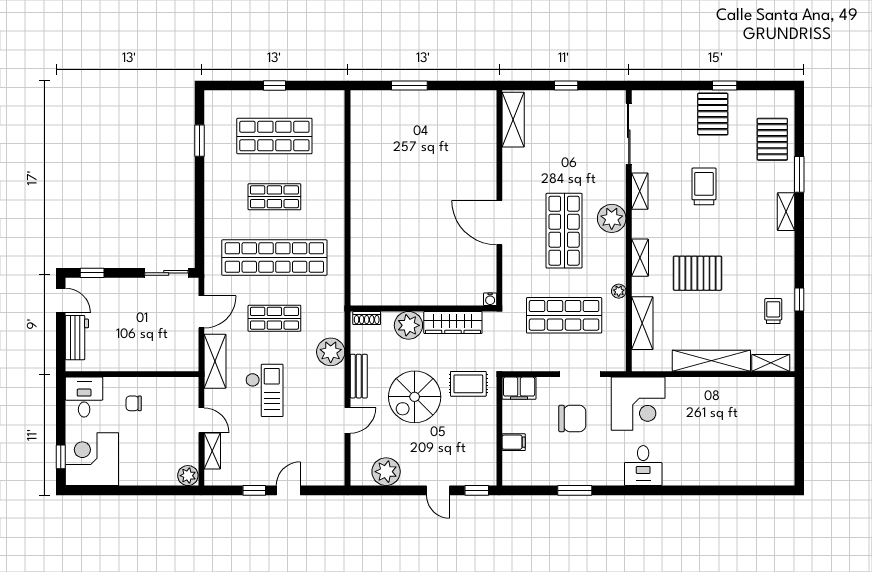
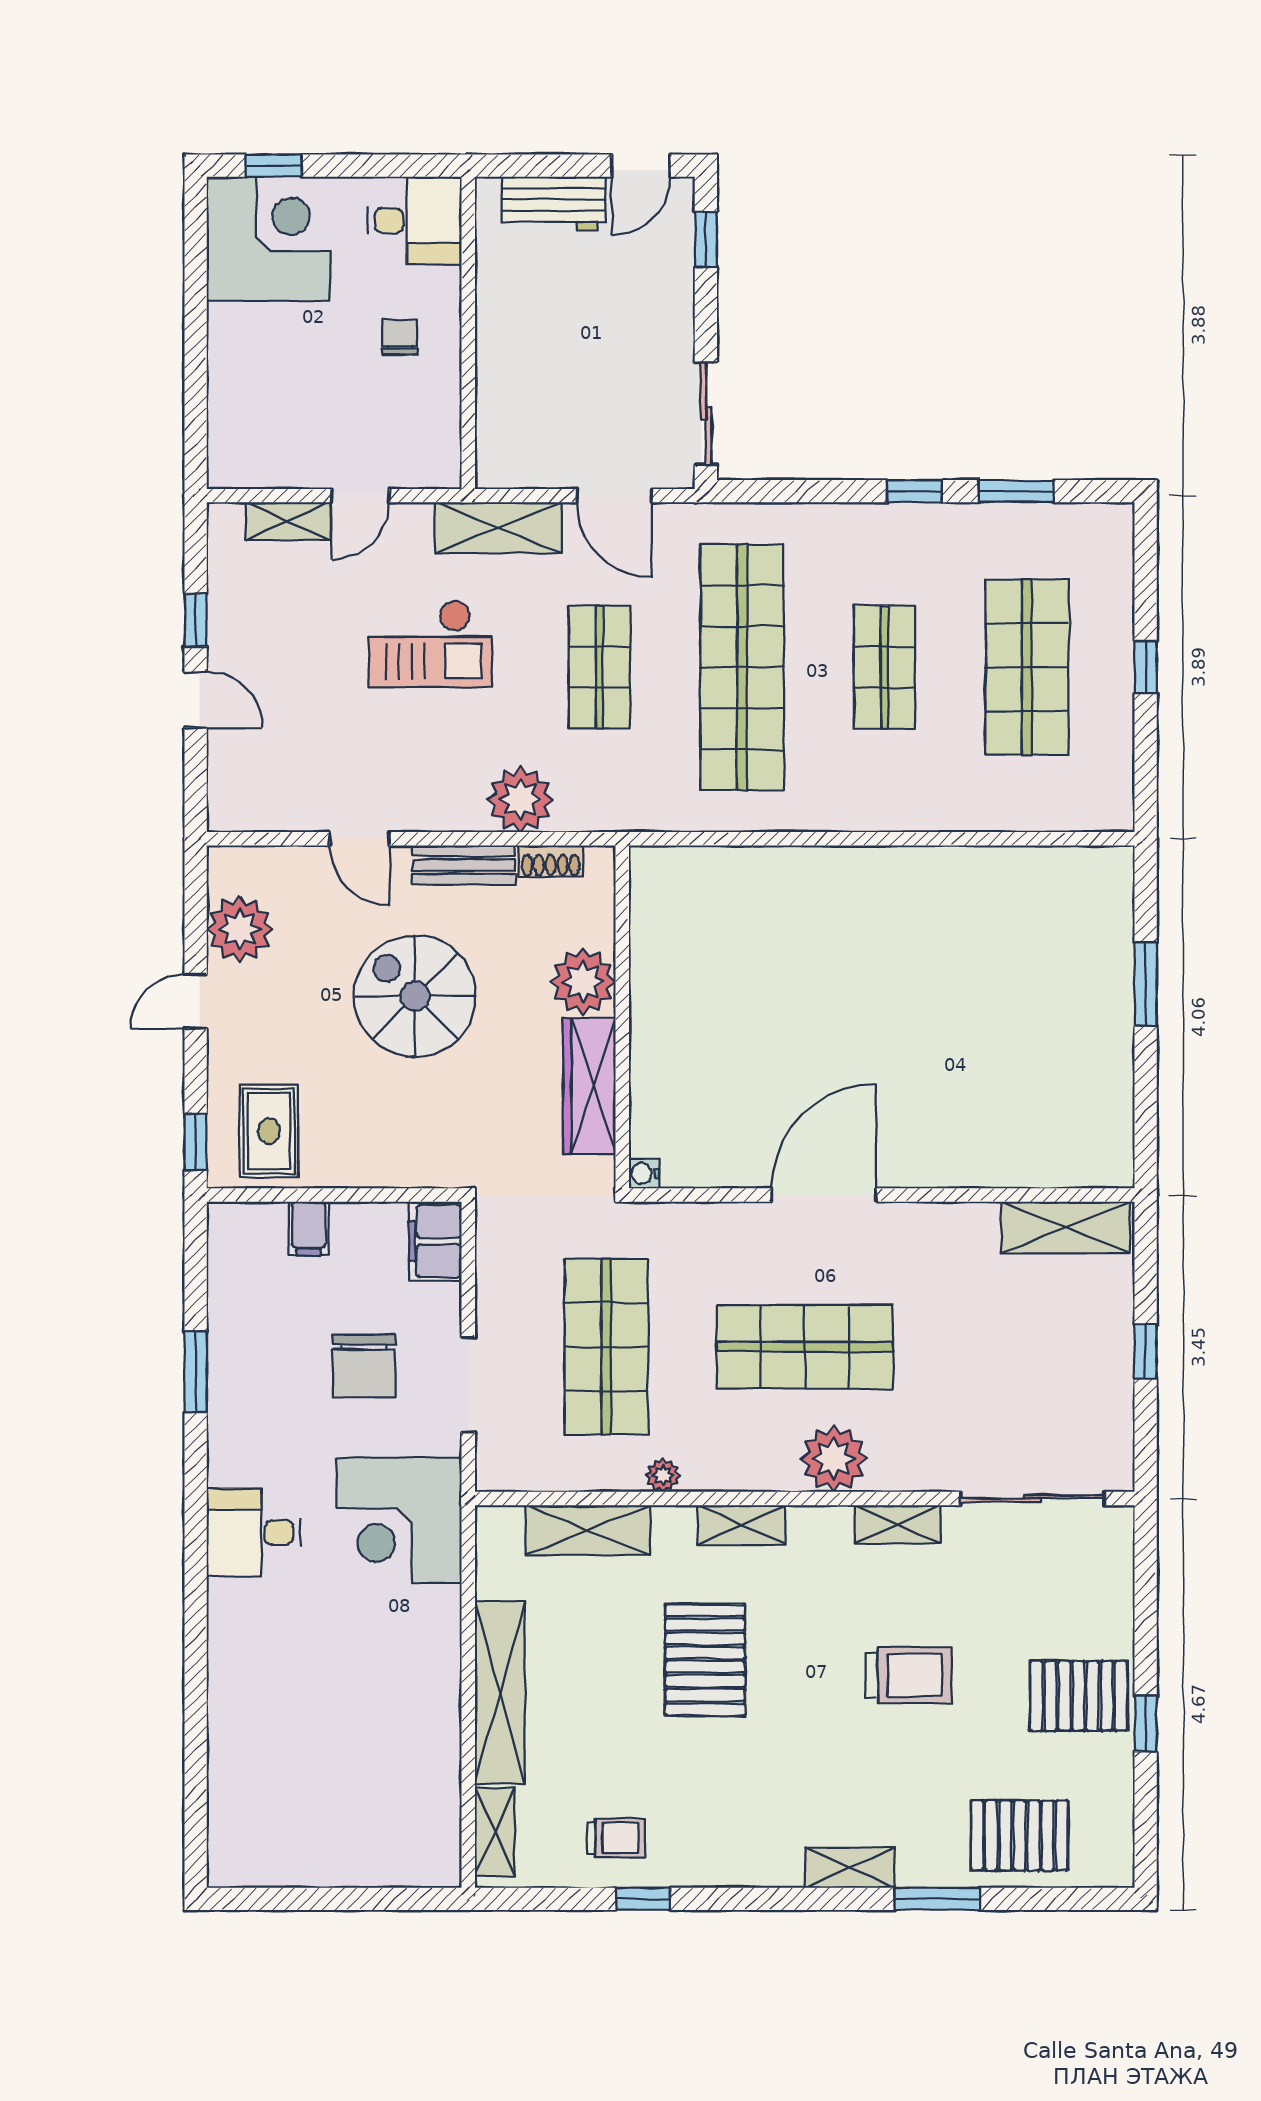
window: (199, 184) -> (914, 491), added
shoe rack: (367, 318) -> (551, 861), moved, turned -90
rug: (468, 384) -> (269, 1131), moved
plant: (188, 476) -> (230, 464), removed
door: (438, 490) -> (196, 1001), moved

